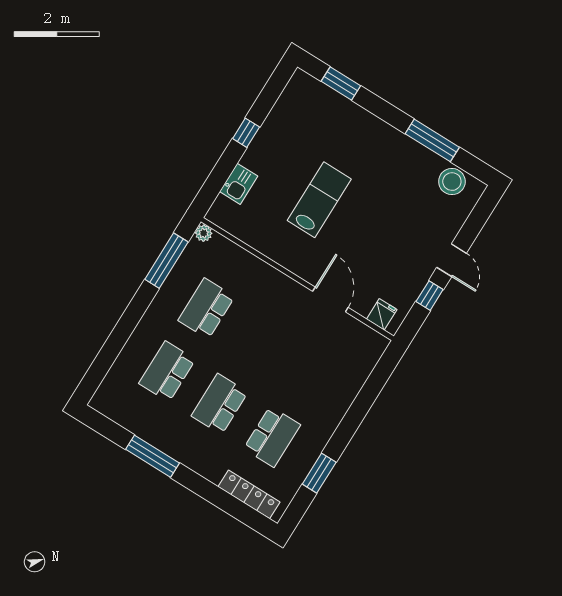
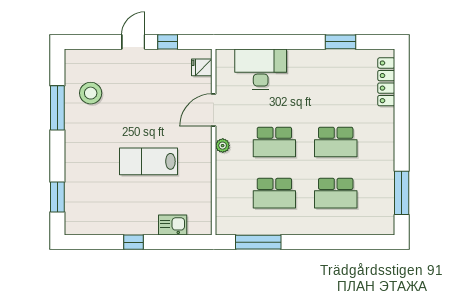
stool: (452, 182) -> (91, 93), moved
plant: (204, 233) -> (223, 146), moved
desk: (342, 374) -> (261, 69), added
school desk: (272, 437) -> (274, 142), moved, turned 180
window: (153, 456) -> (402, 193), moved

